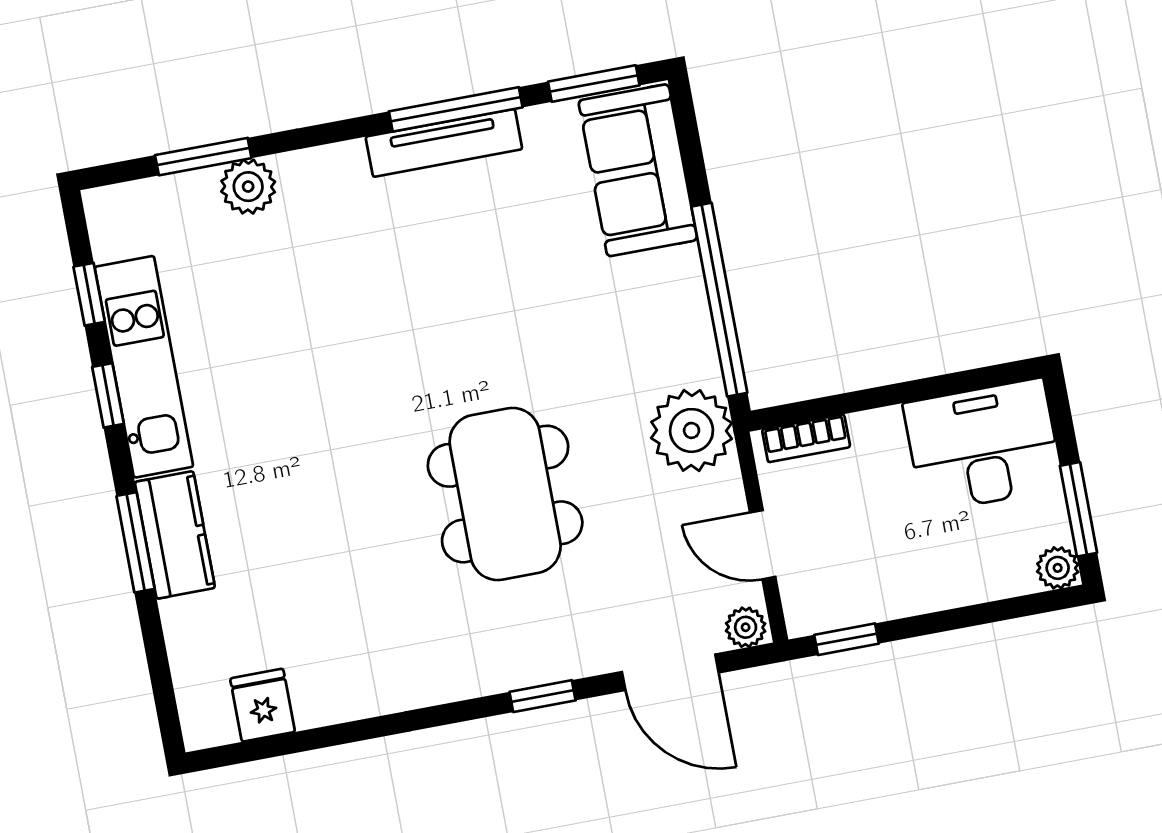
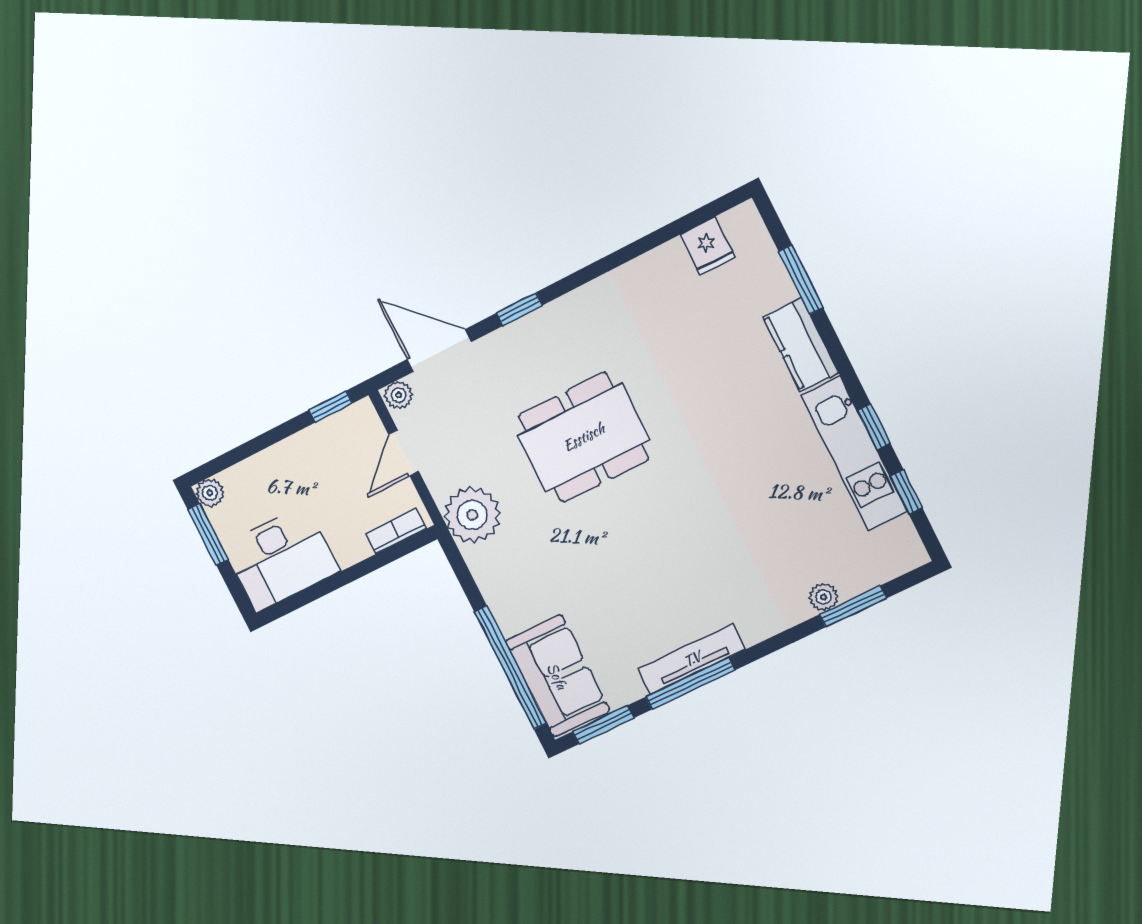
plant: (248, 187) -> (823, 597), width x0.73, depth x0.73
window: (719, 300) -> (511, 668), moved
dining table: (505, 494) -> (584, 437), turned 90
window: (136, 542) -> (801, 280), moved
door: (763, 545) -> (404, 453), swing flipped

